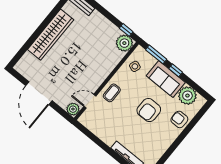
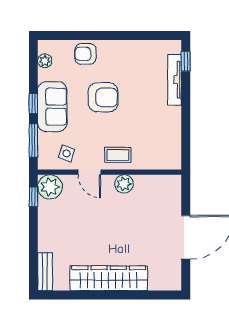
plant: (187, 96) -> (45, 61), width x0.53, depth x0.53
door: (90, 101) -> (89, 172), moved
plant: (73, 109) -> (124, 184), moved
armchair: (179, 119) -> (85, 54), turned 90

